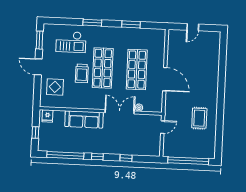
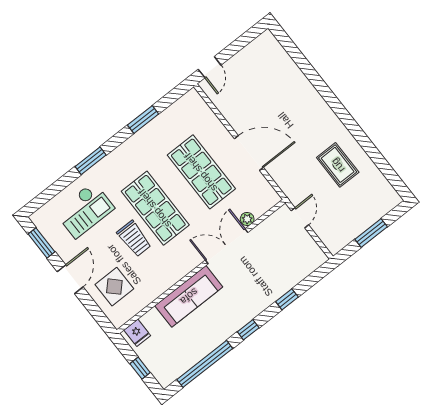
door: (193, 27) -> (210, 67), moved
door: (38, 67) -> (70, 279), swing flipped
window: (188, 161) -> (371, 233), width x0.47

